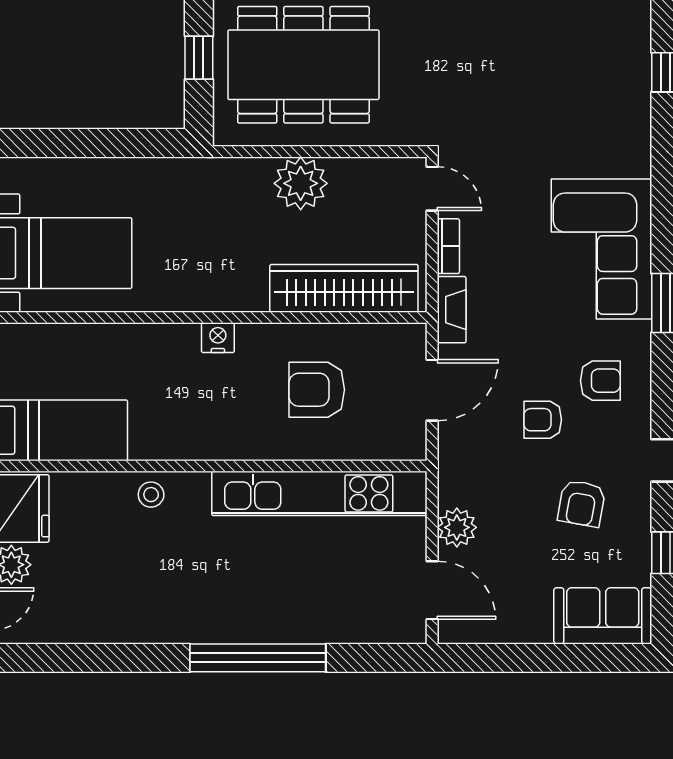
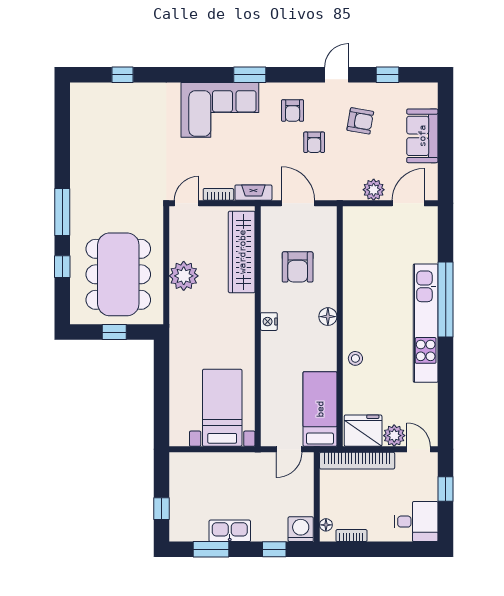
armchair: (600, 381) -> (293, 111), turned 180
floor lamp: (227, 445) -> (328, 317), added
kitchen unit: (319, 493) -> (426, 323), moved, turned 180
sofa: (603, 616) -> (422, 136), moved

